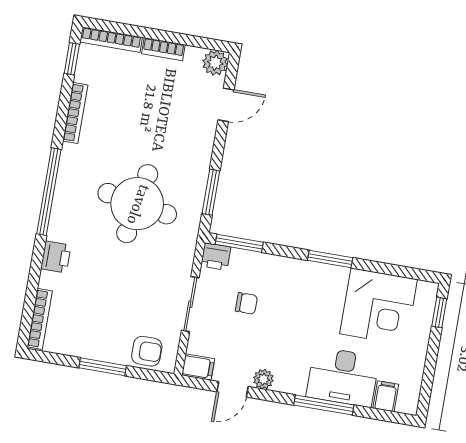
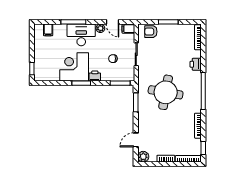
printer: (216, 257) -> (95, 76), moved
corner desk: (379, 307) -> (74, 67), moved
desk: (343, 377) -> (81, 35), moved
door: (232, 389) -> (113, 22), swing flipped

